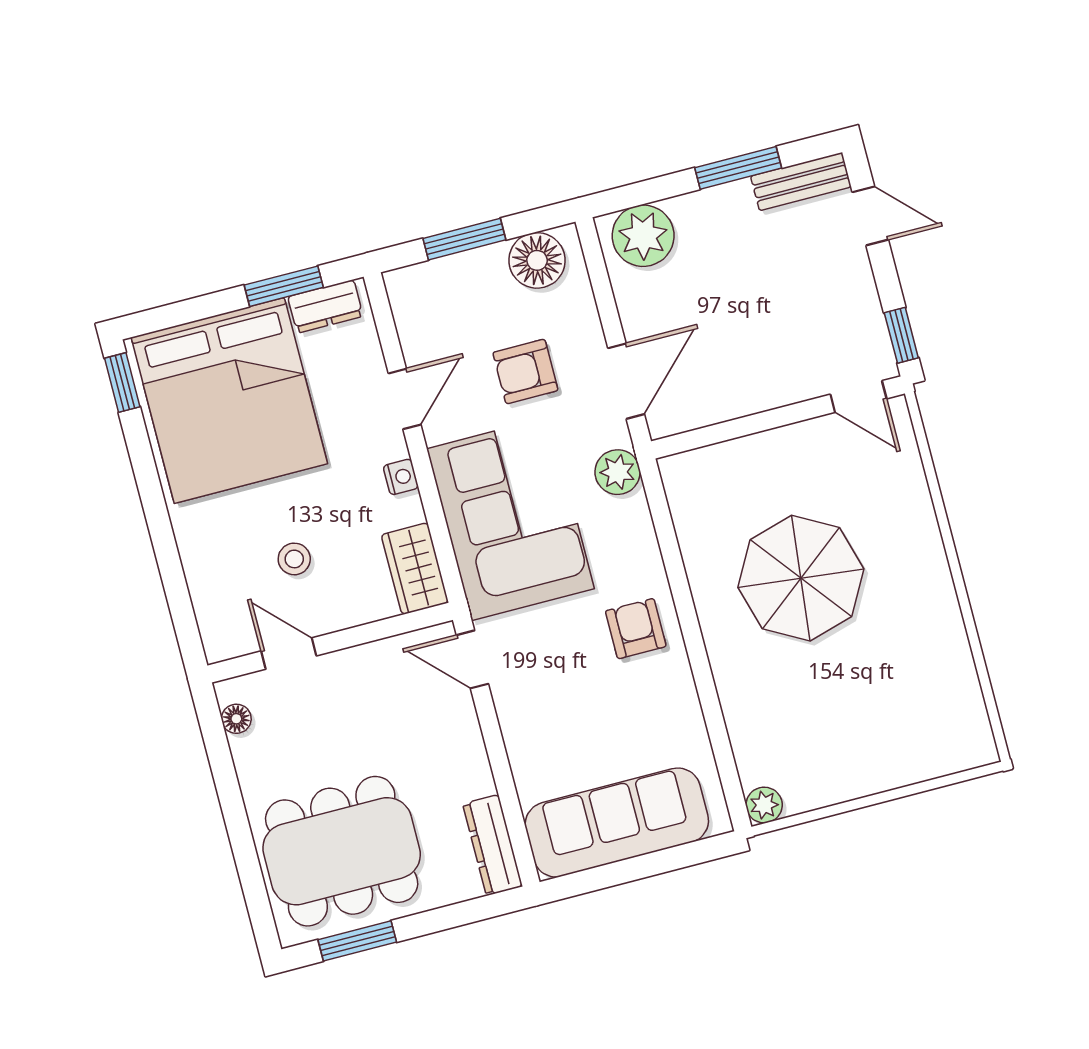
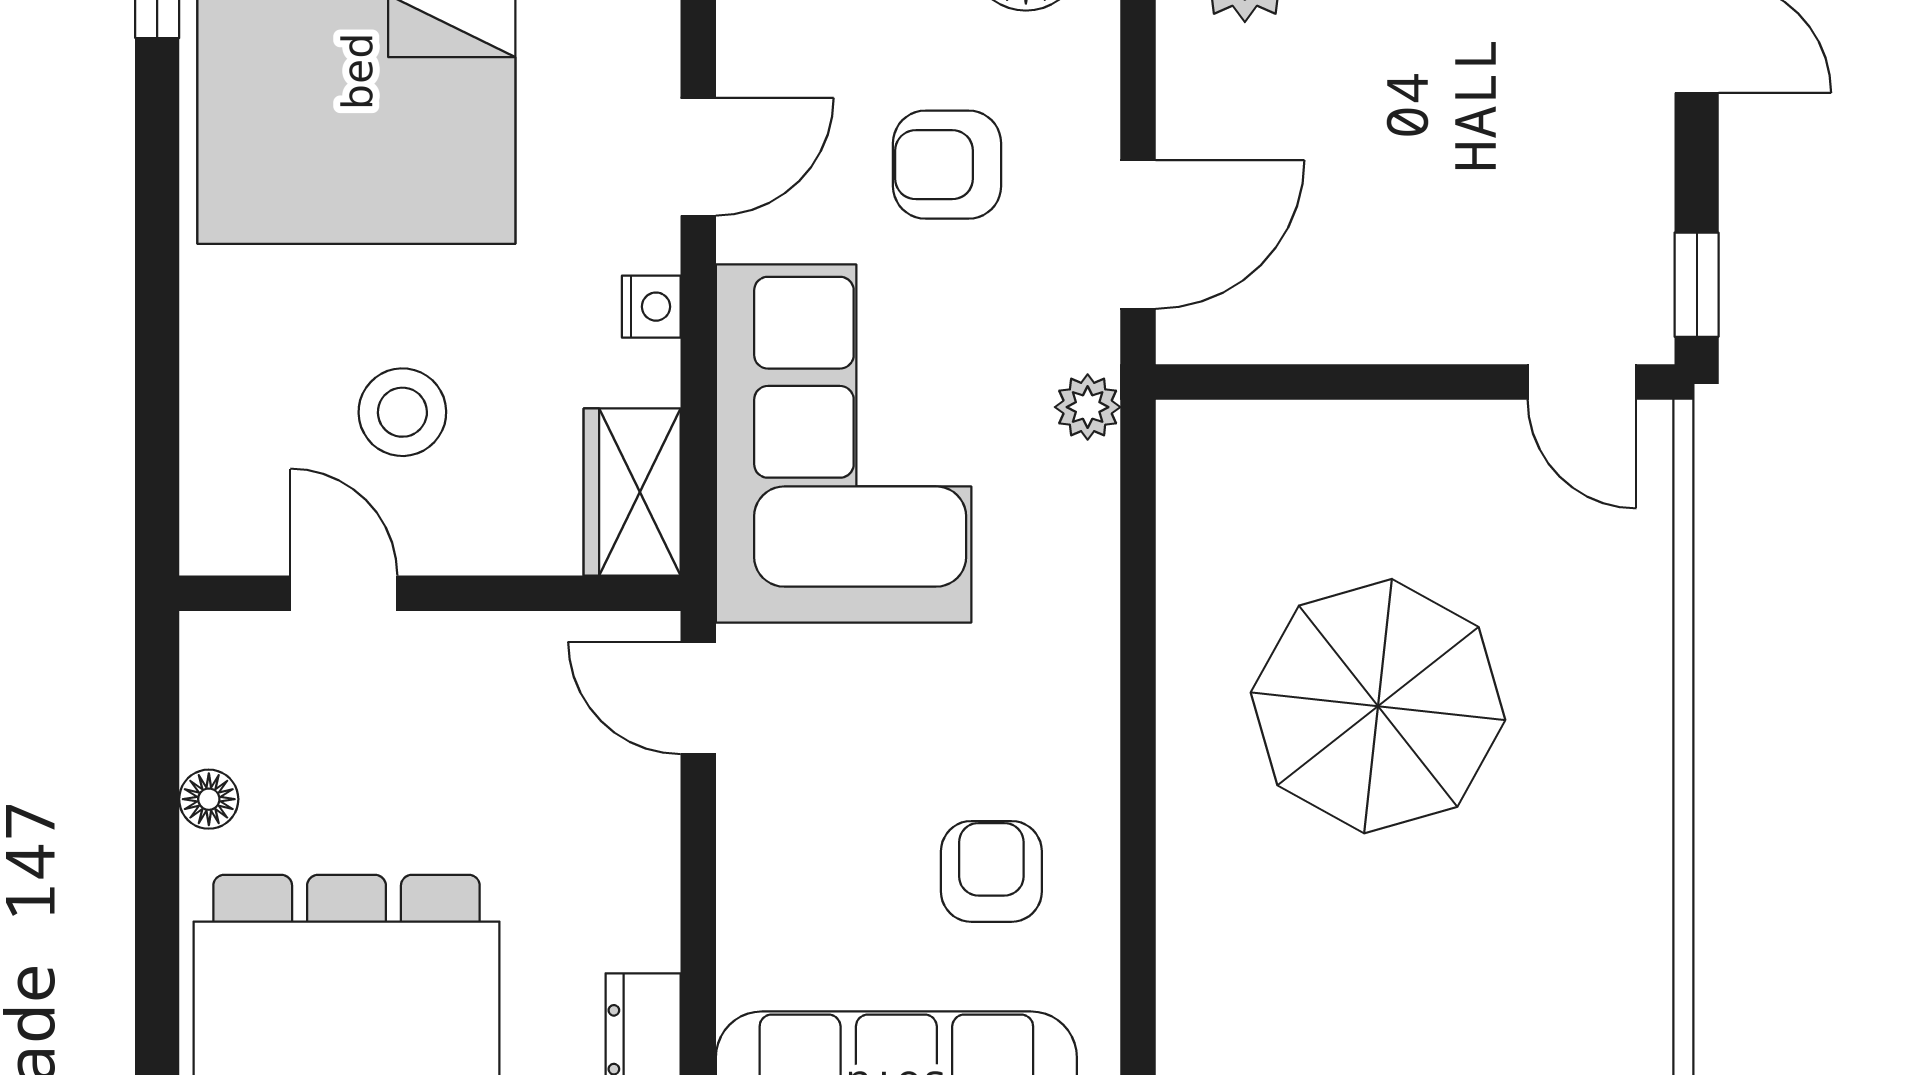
plant: (618, 472) -> (1088, 407), width x0.73, depth x0.73
stool: (294, 559) -> (402, 412), width x1.37, depth x1.37
armchair: (636, 629) -> (991, 871), moved
floor lamp: (236, 719) -> (209, 799), moved

